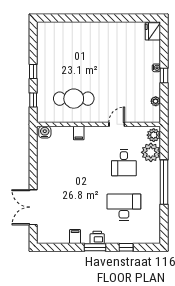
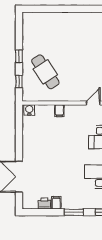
cafe table: (74, 99) -> (45, 72), moved, turned 57
printer: (97, 237) -> (44, 203), moved

